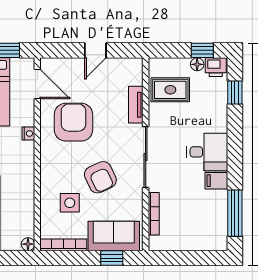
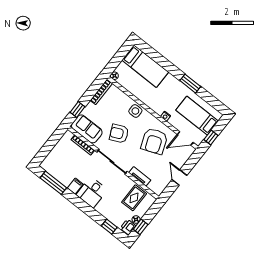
armchair: (73, 122) -> (154, 141), turned 69
side table: (70, 203) -> (135, 111), moved
sofa: (114, 236) -> (87, 129), moved, turned -90

